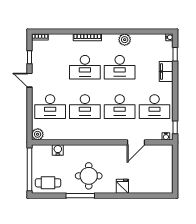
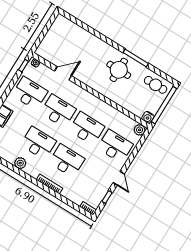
water cooler: (58, 150) -> (148, 117), moved
fridge: (122, 186) -> (96, 44), removed

